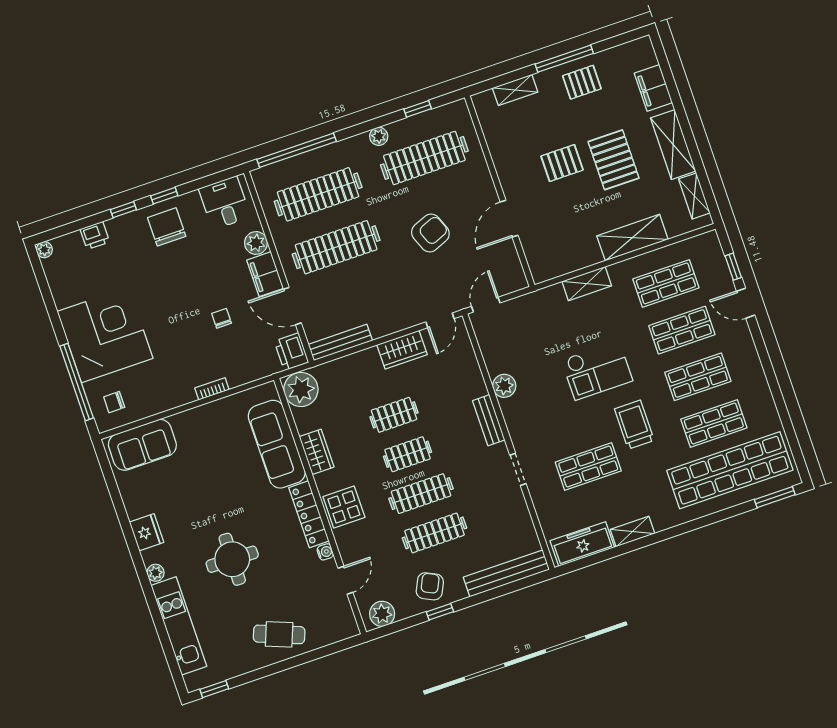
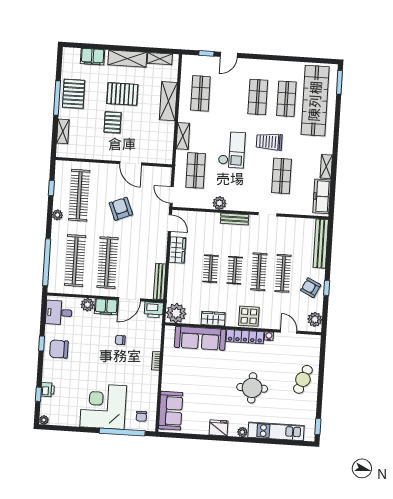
pallet: (582, 82) -> (74, 94), width x1.50, depth x1.42
window: (123, 210) -> (38, 394), moved
shop shelf: (682, 330) -> (196, 170), moved

